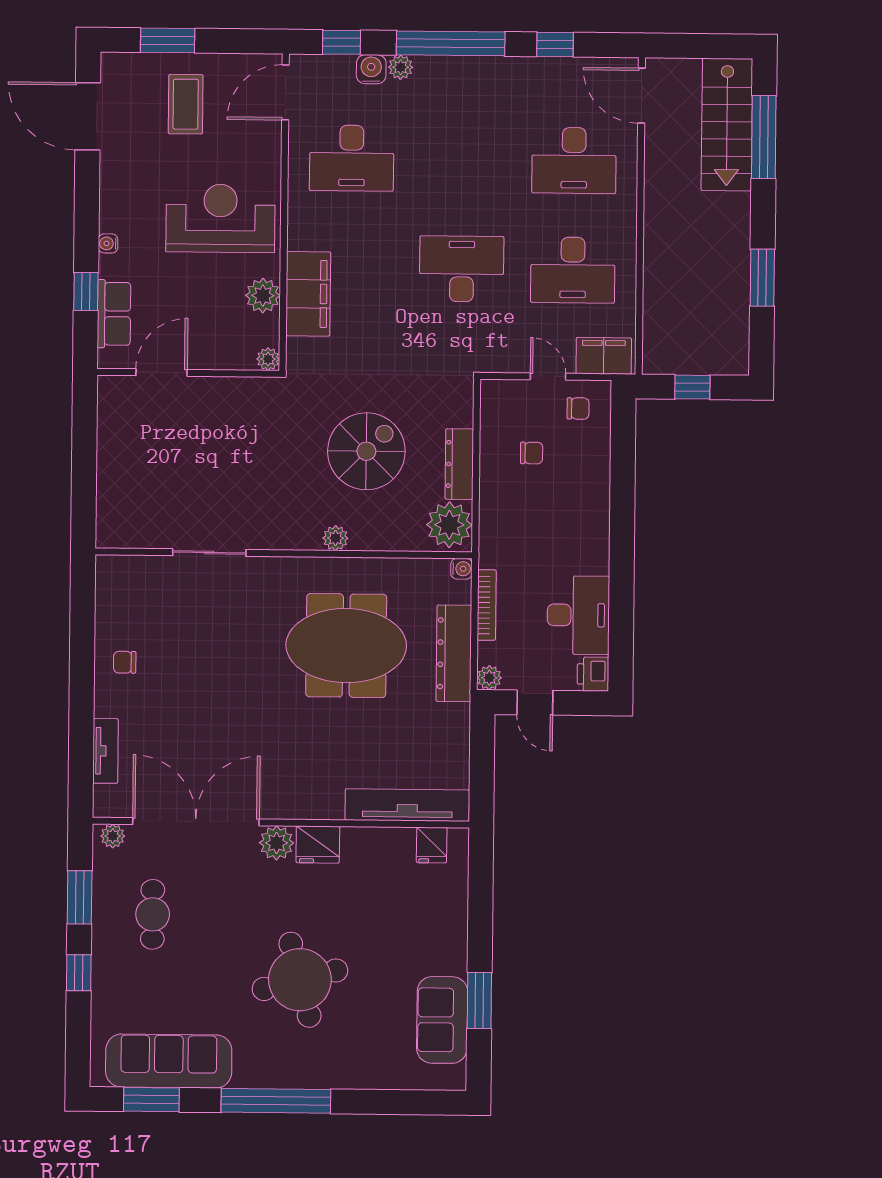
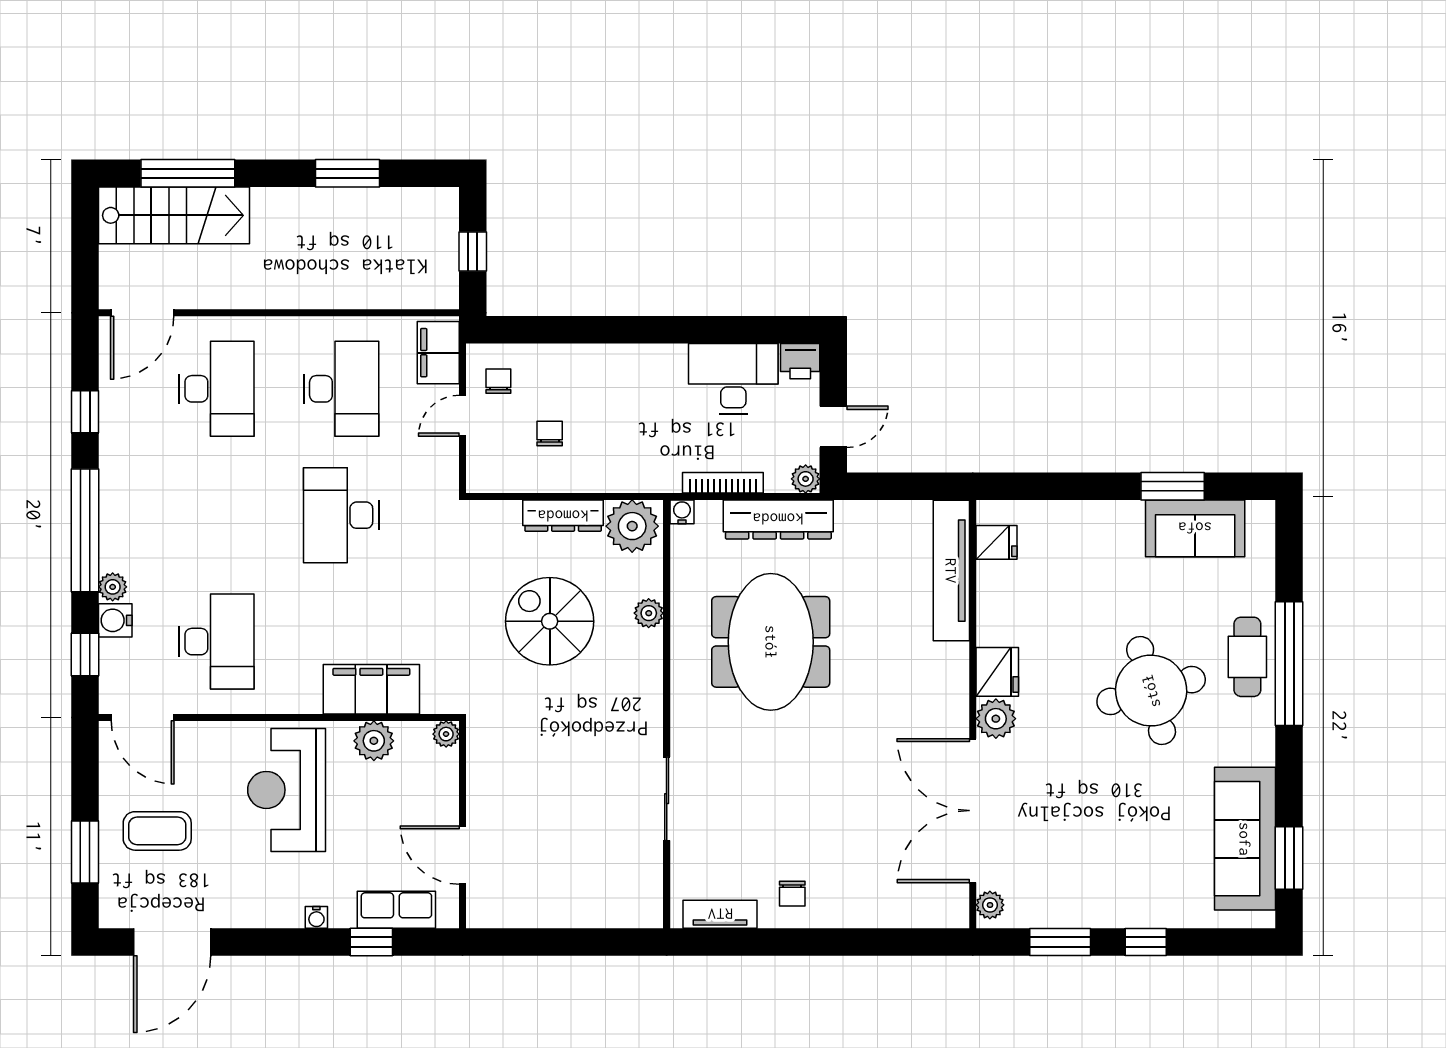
plant: (335, 538) -> (649, 613), moved
tv unit: (105, 751) -> (720, 914), moved
cafe table: (153, 914) -> (1247, 657), moved, turned 90
window: (276, 1101) -> (1289, 664), moved

